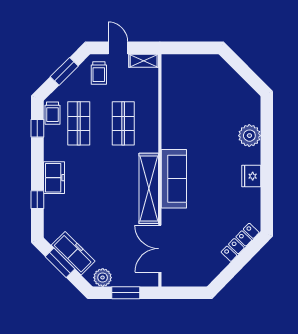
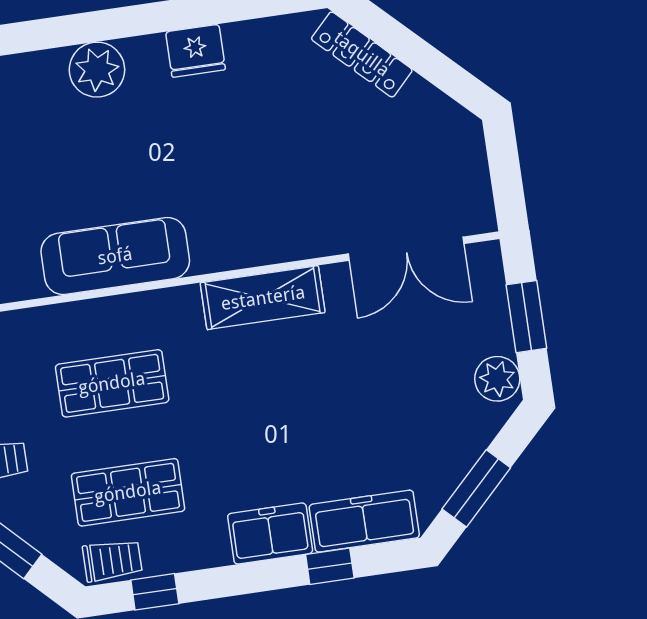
sofa: (174, 179) -> (115, 256), moved
shelving: (149, 188) -> (263, 298), width x0.68
freezer: (73, 253) -> (364, 521), moved, turned 45

